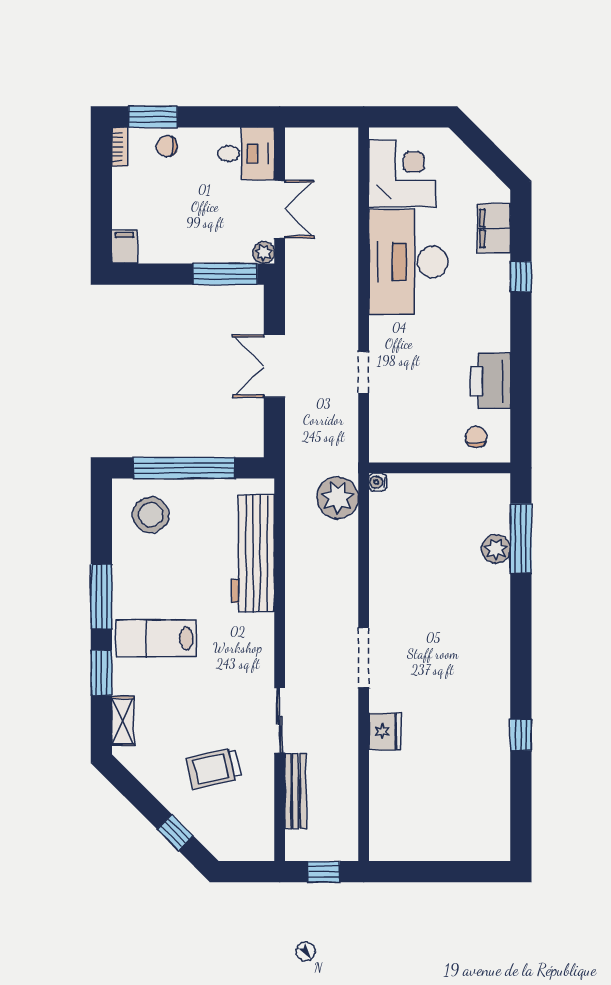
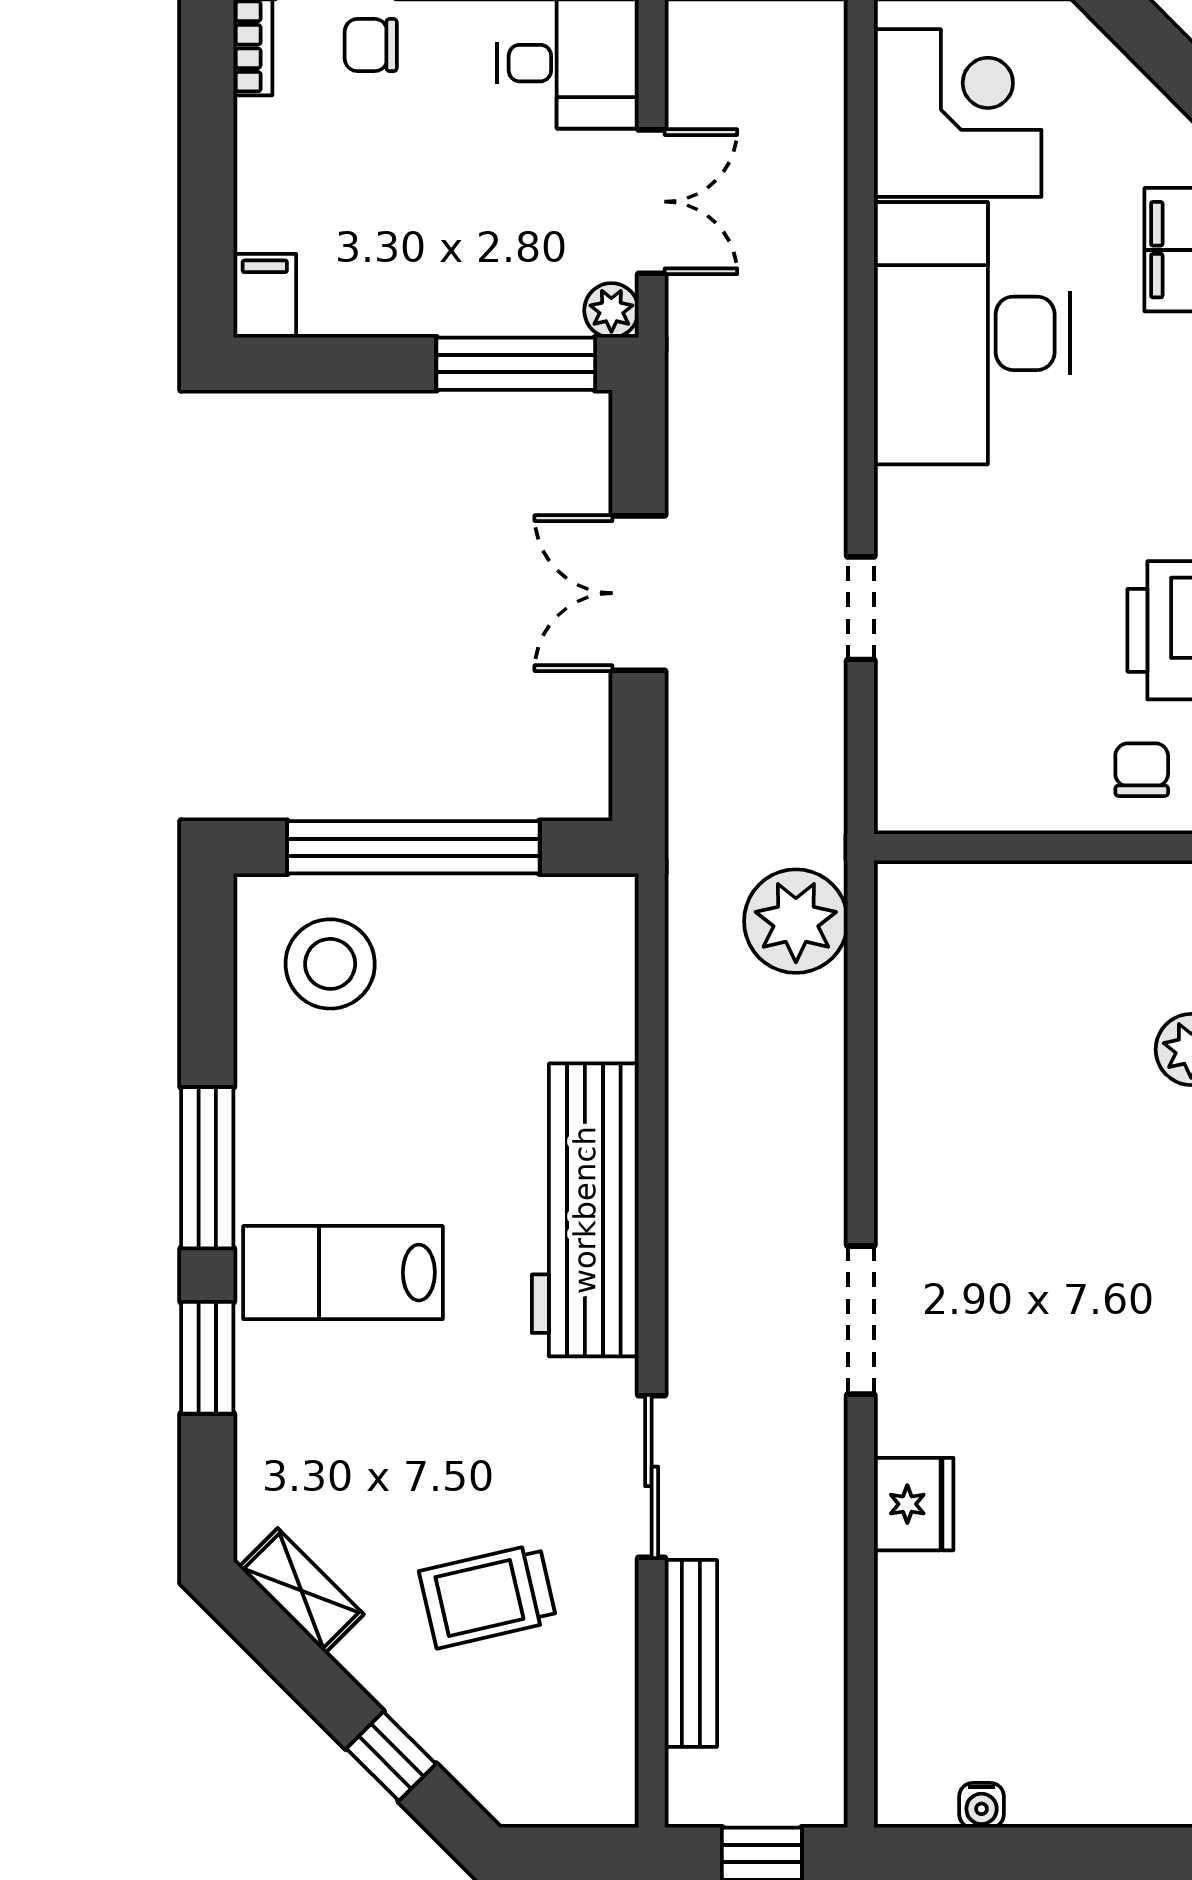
water cooler: (378, 482) -> (982, 1805), moved, turned -90
workbench: (253, 553) -> (585, 1210), moved
shelving: (123, 721) -> (301, 1591), moved, turned -45

